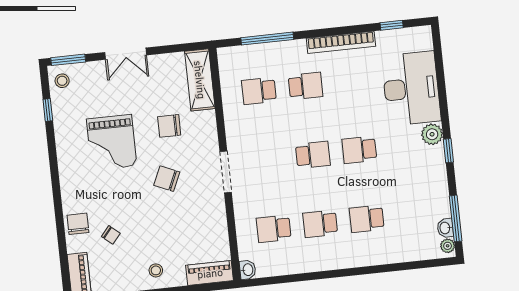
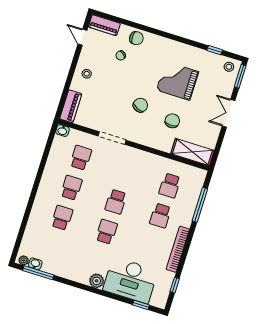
school desk: (259, 91) -> (170, 186), turned 180
window: (448, 151) -> (141, 305), moved
doorway: (226, 172) -> (112, 138), moved

